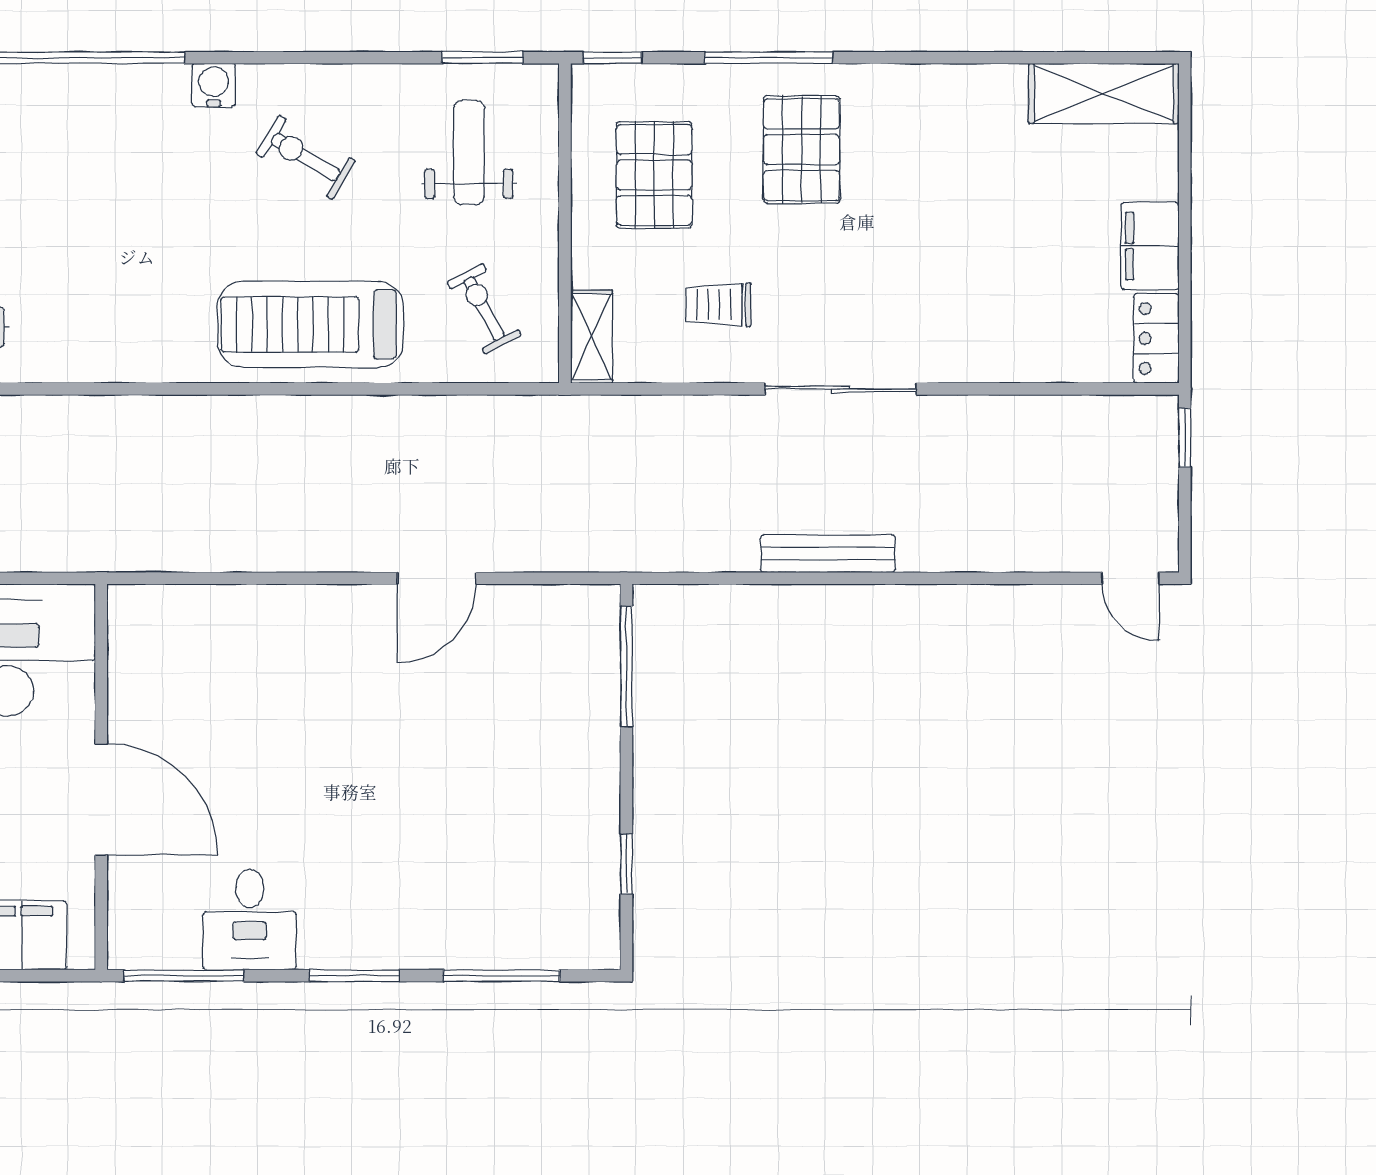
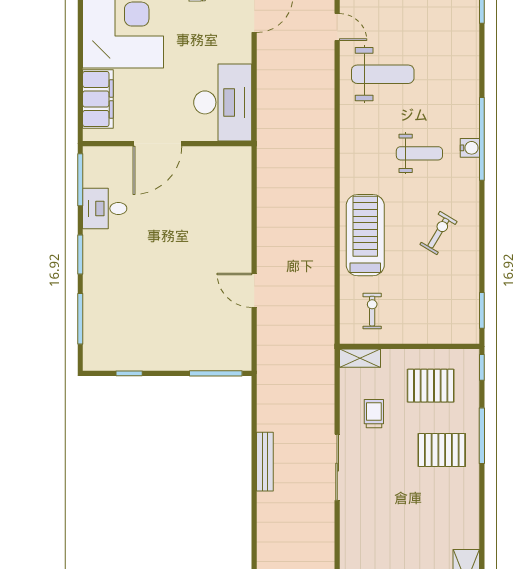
water cooler: (214, 85) -> (470, 148), moved
weight bench: (469, 152) -> (419, 153), moved
exercise bike: (484, 309) -> (372, 311), turned -62

